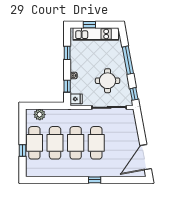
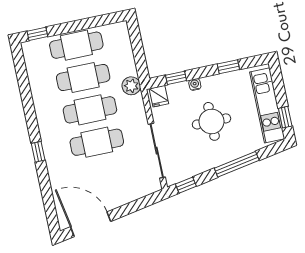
window: (89, 25) -> (285, 117), moved
round table: (108, 81) -> (211, 121), moved
plant: (40, 115) -> (131, 86), moved
window: (23, 151) -> (37, 34), moved

